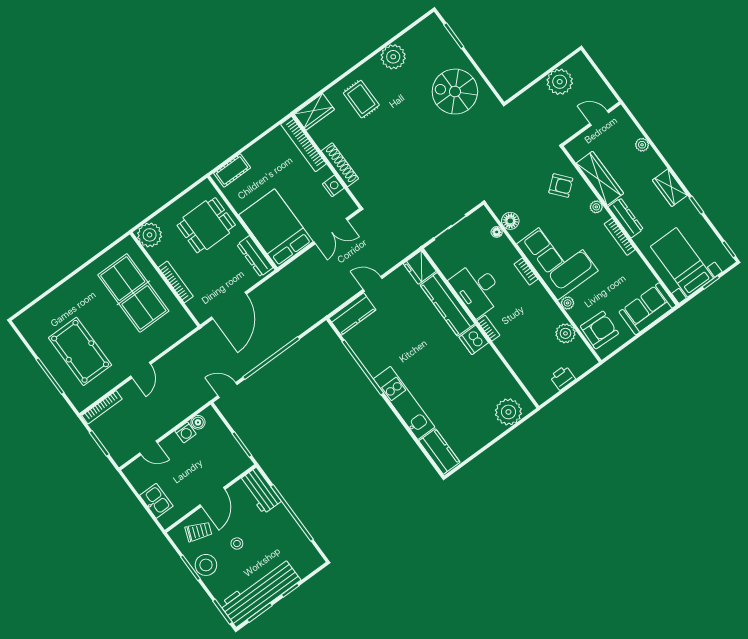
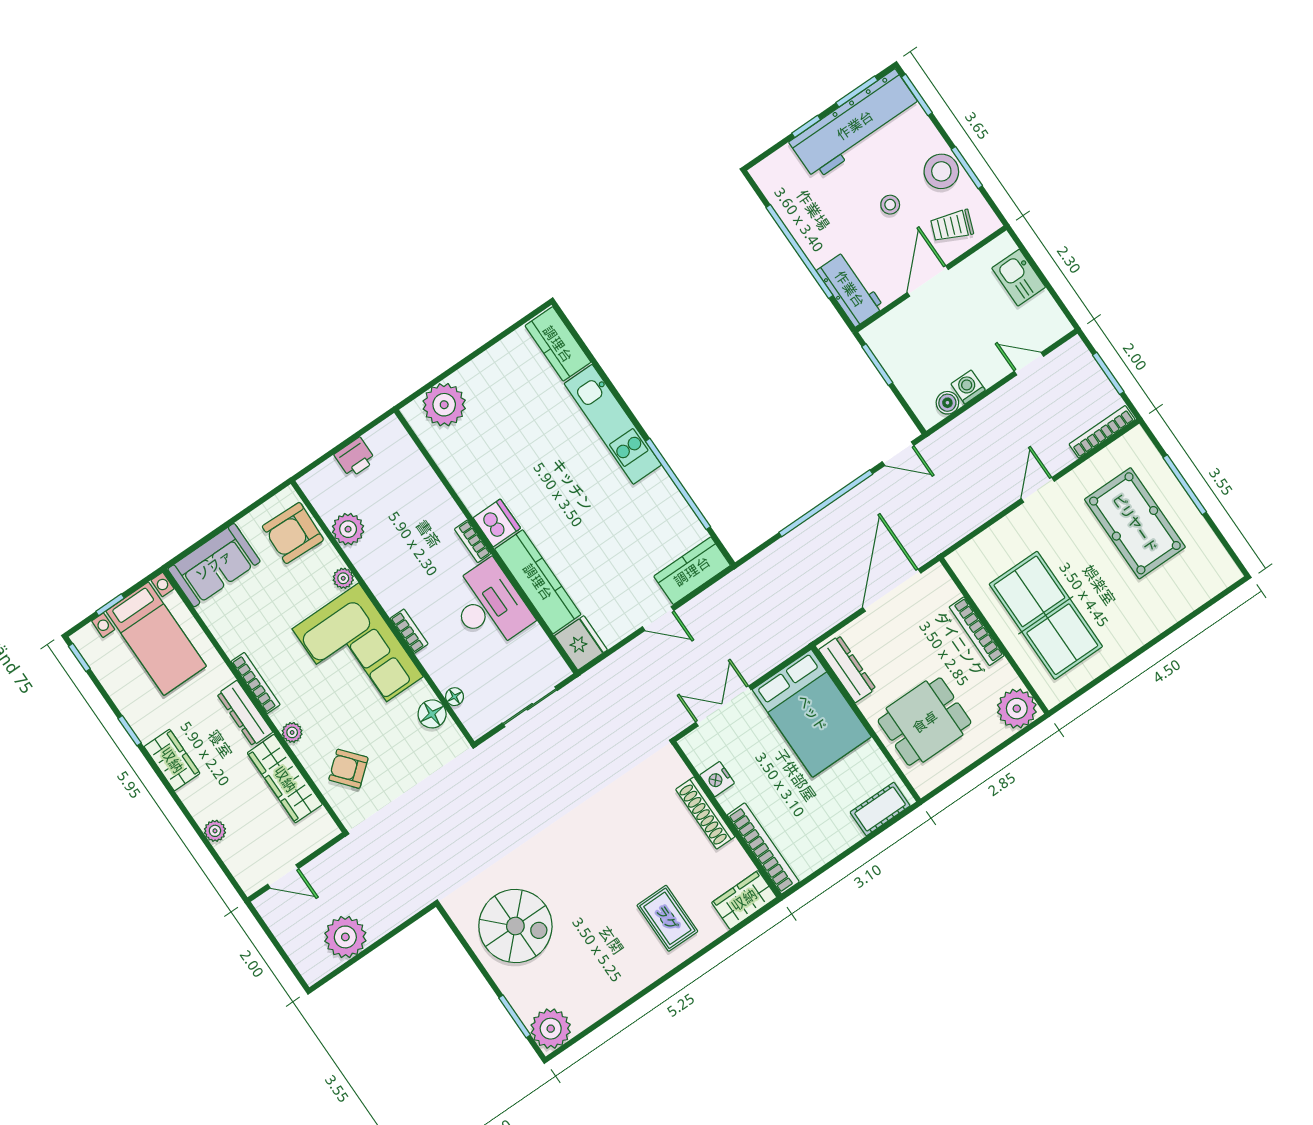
plant: (393, 57) -> (551, 1029), moved

